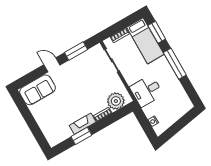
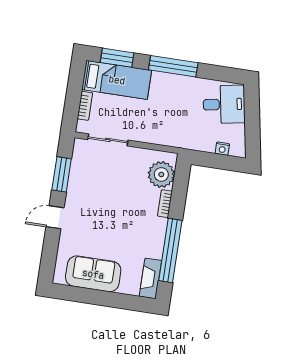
sofa: (38, 90) -> (93, 274), moved, turned -90
desk: (146, 91) -> (224, 104), moved, turned -100
fireplace: (83, 124) -> (150, 278), moved
window: (81, 136) -> (170, 250), width x2.11

